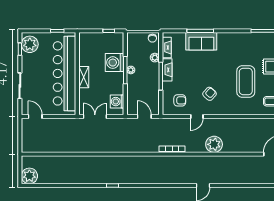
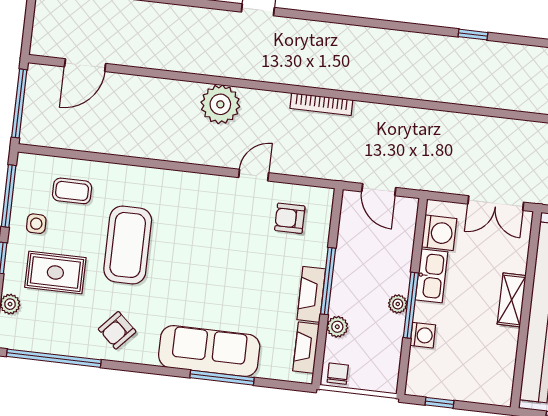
sofa: (201, 41) -> (209, 351), width x1.36
washing machine: (115, 63) -> (423, 335), width x0.53, depth x0.53
kitchen sink: (118, 83) -> (432, 276), added
armchair: (210, 94) -> (117, 330), moved

